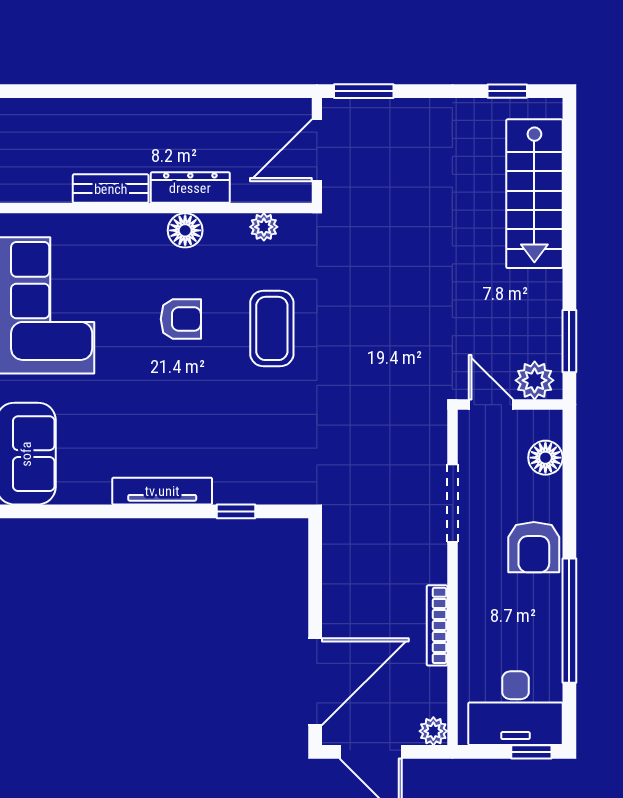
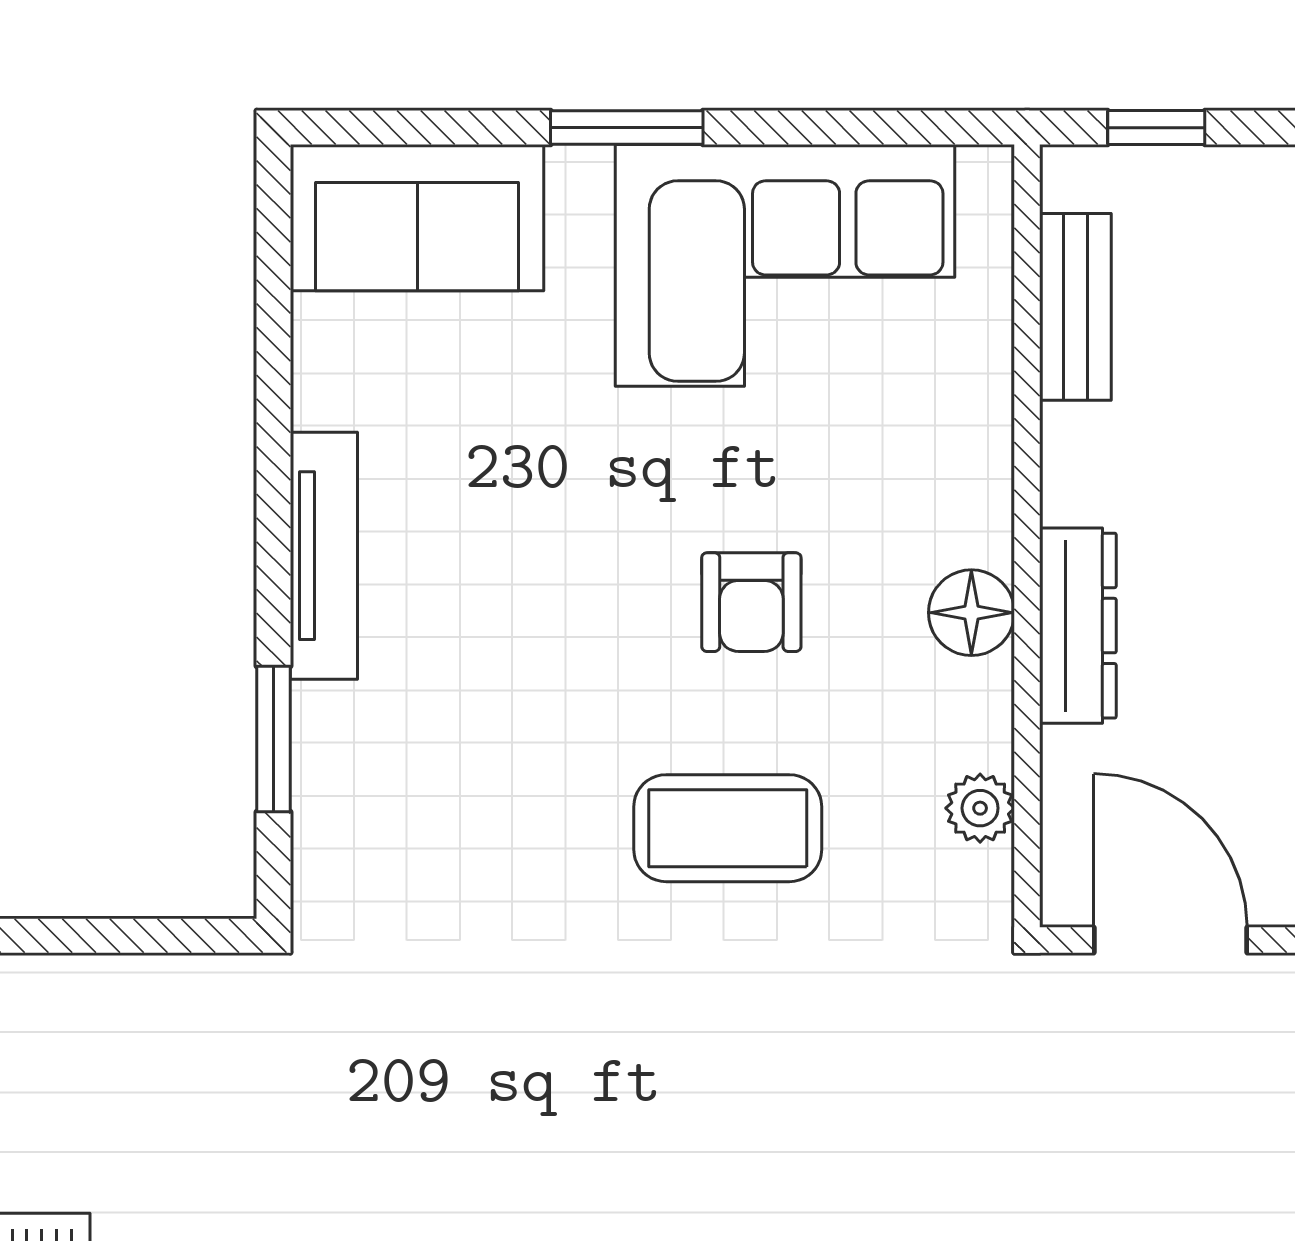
bench: (111, 189) -> (1075, 307), moved
window: (236, 511) -> (273, 739), width x1.50

